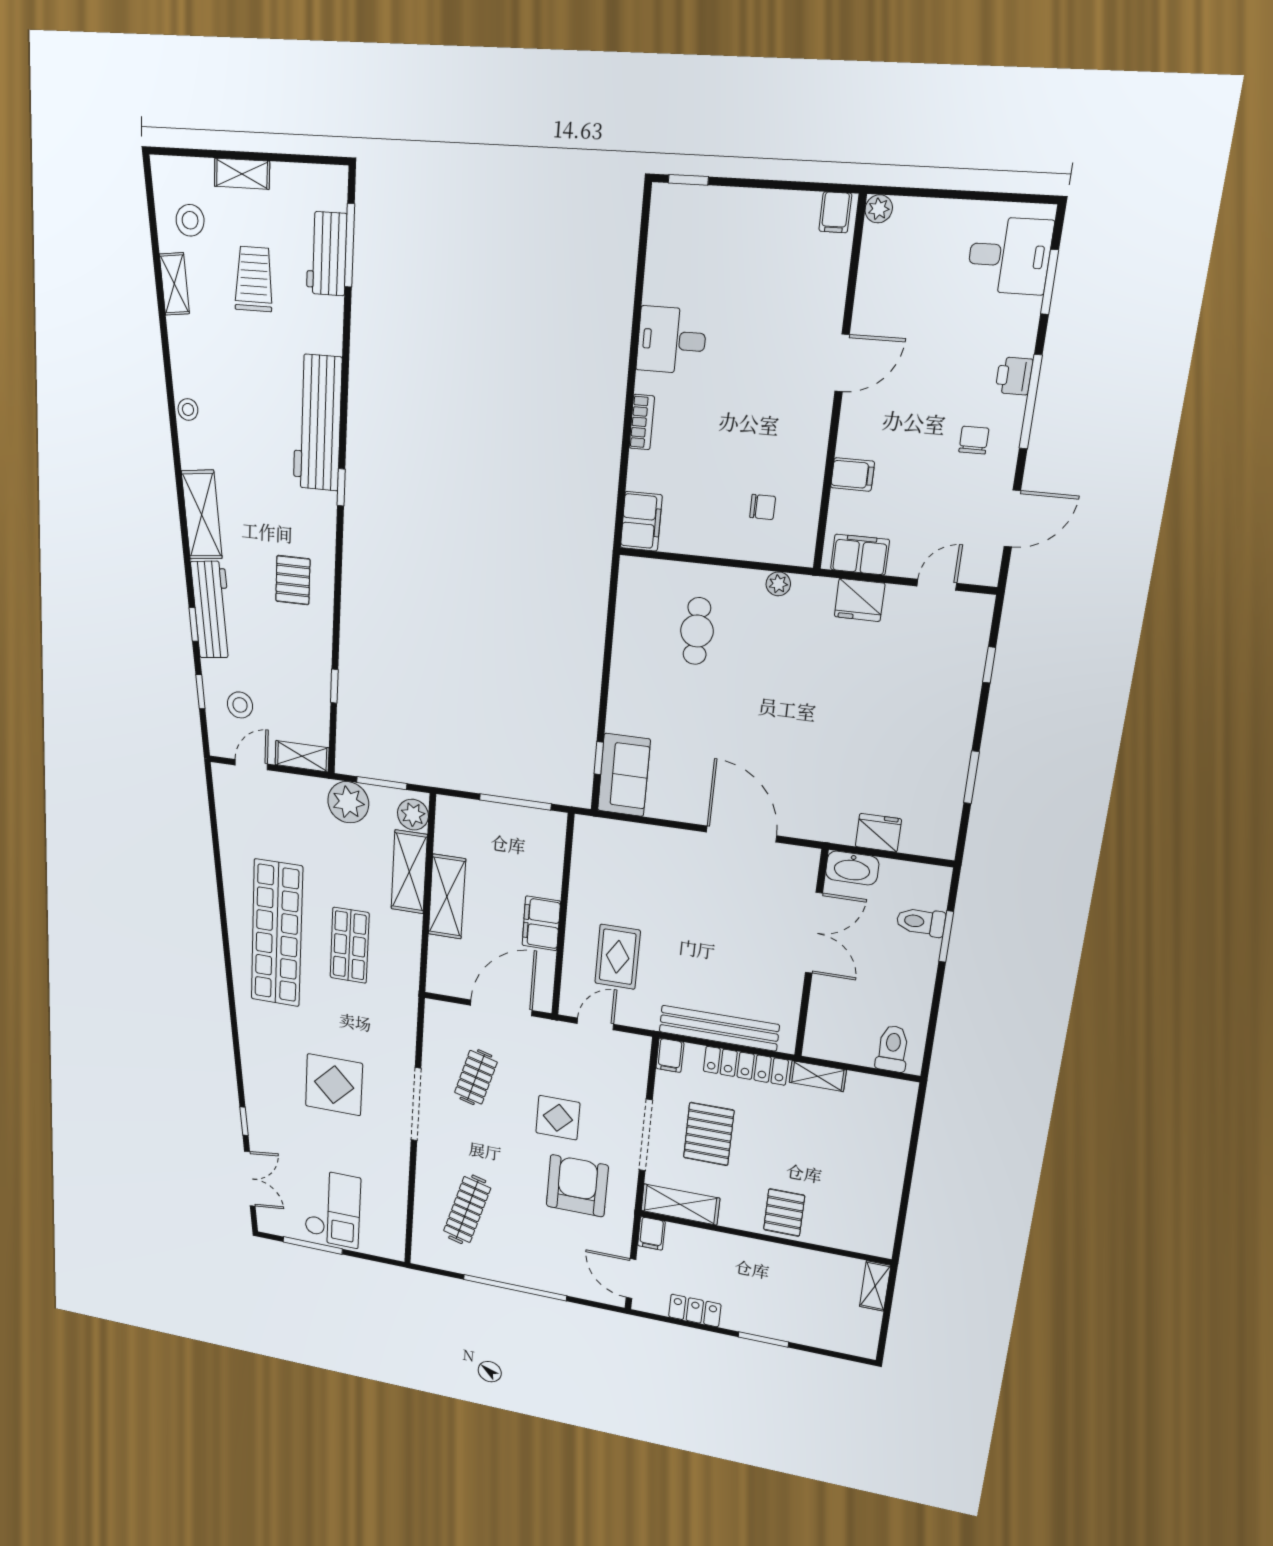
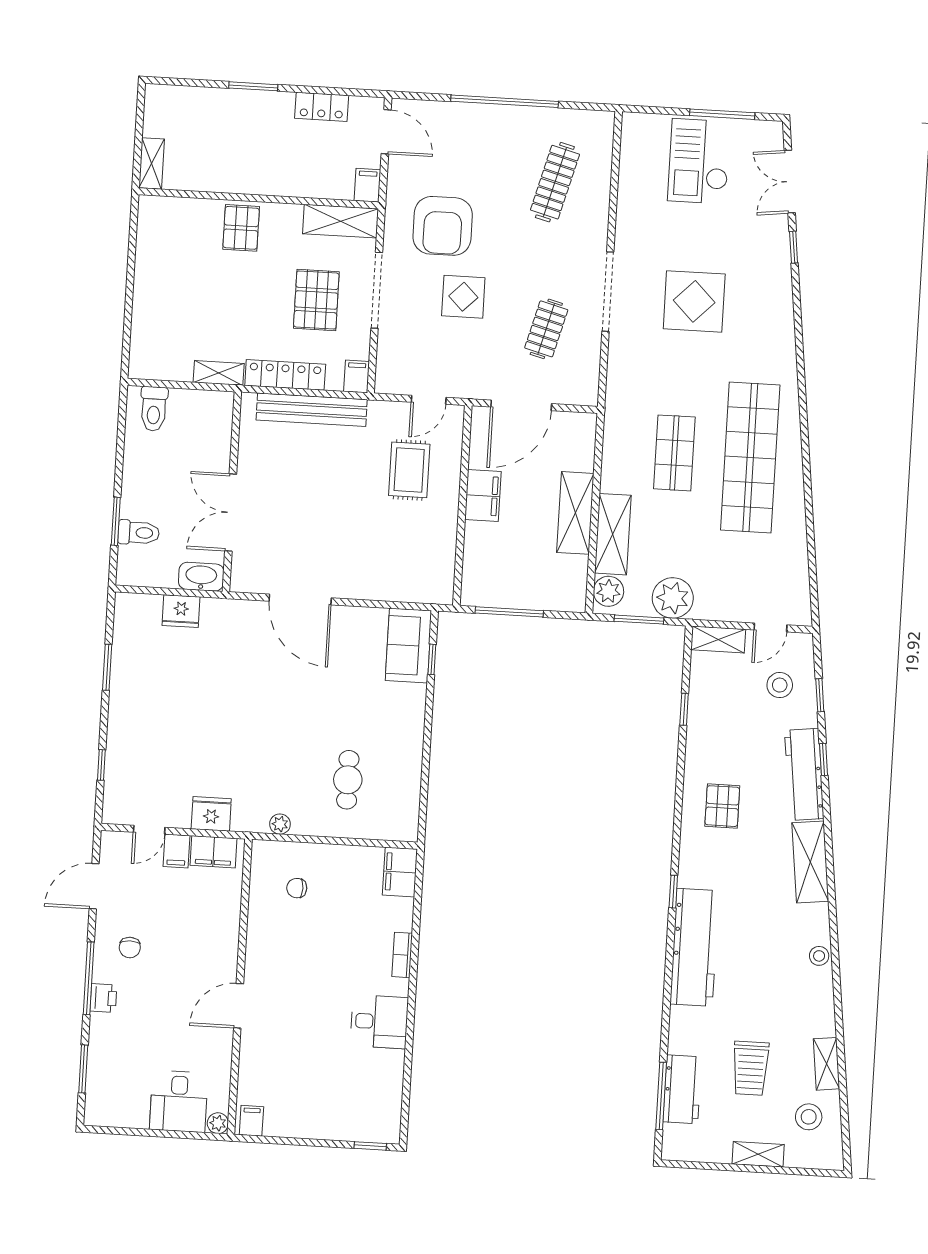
desk: (1009, 256) -> (179, 1101), moved, turned -90
filing cabinet: (853, 475) -> (177, 851), moved, turned -90

